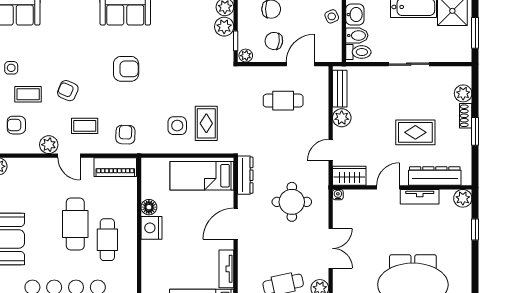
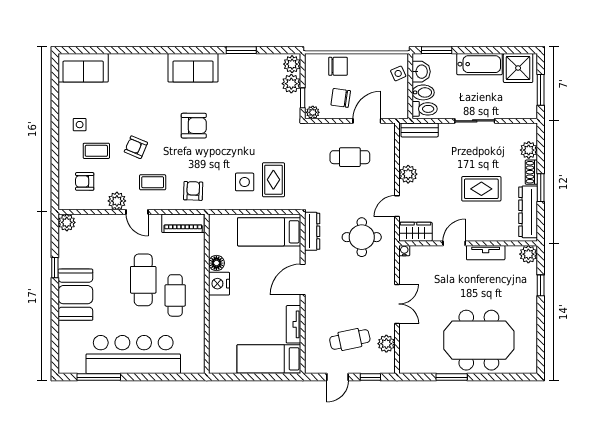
bench: (340, 89) -> (420, 130), moved, turned 90
dresser: (435, 176) -> (528, 212), moved, turned -90
round table: (292, 202) -> (362, 237), moved

